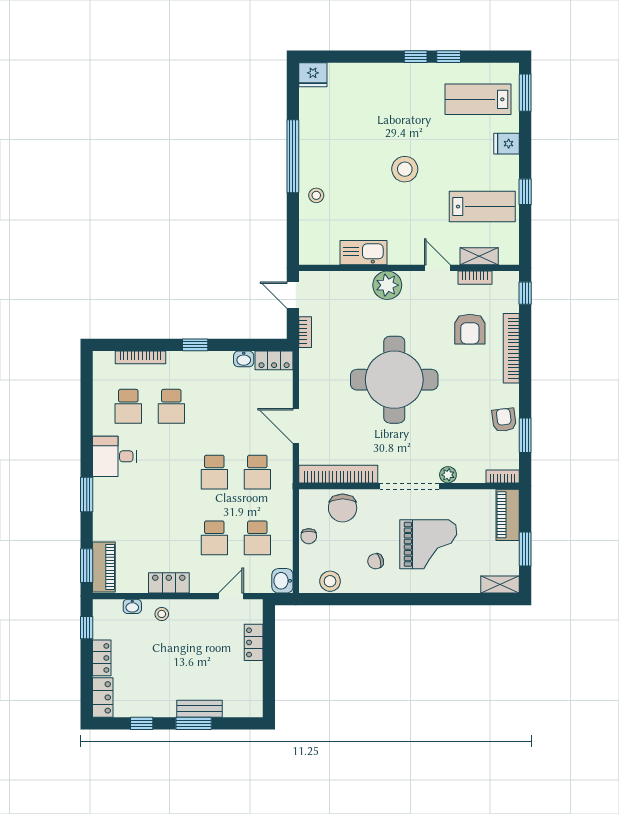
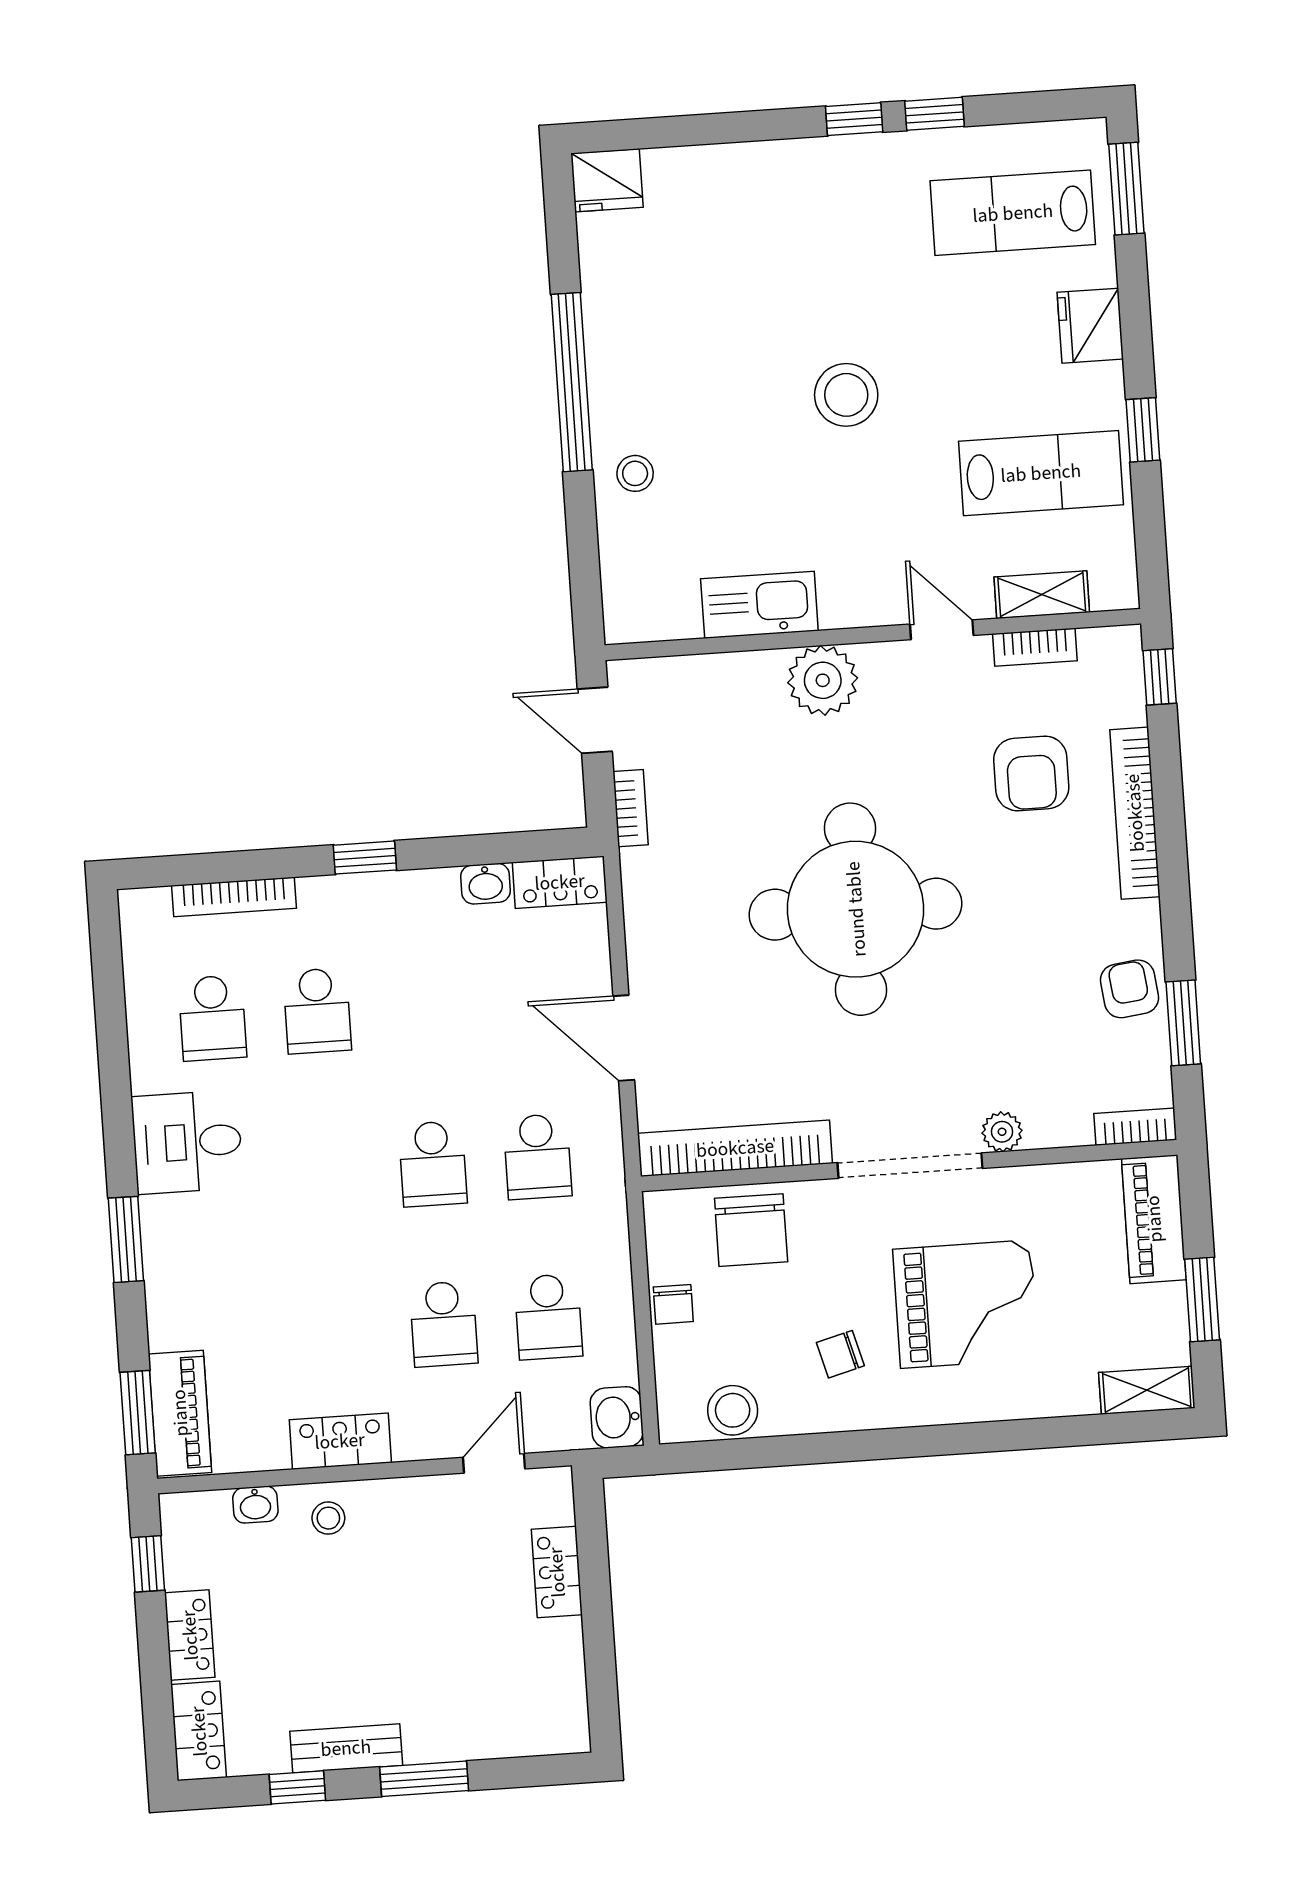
fridge: (507, 144) -> (1090, 326), width x1.38
bench: (200, 709) -> (346, 1748), moved

